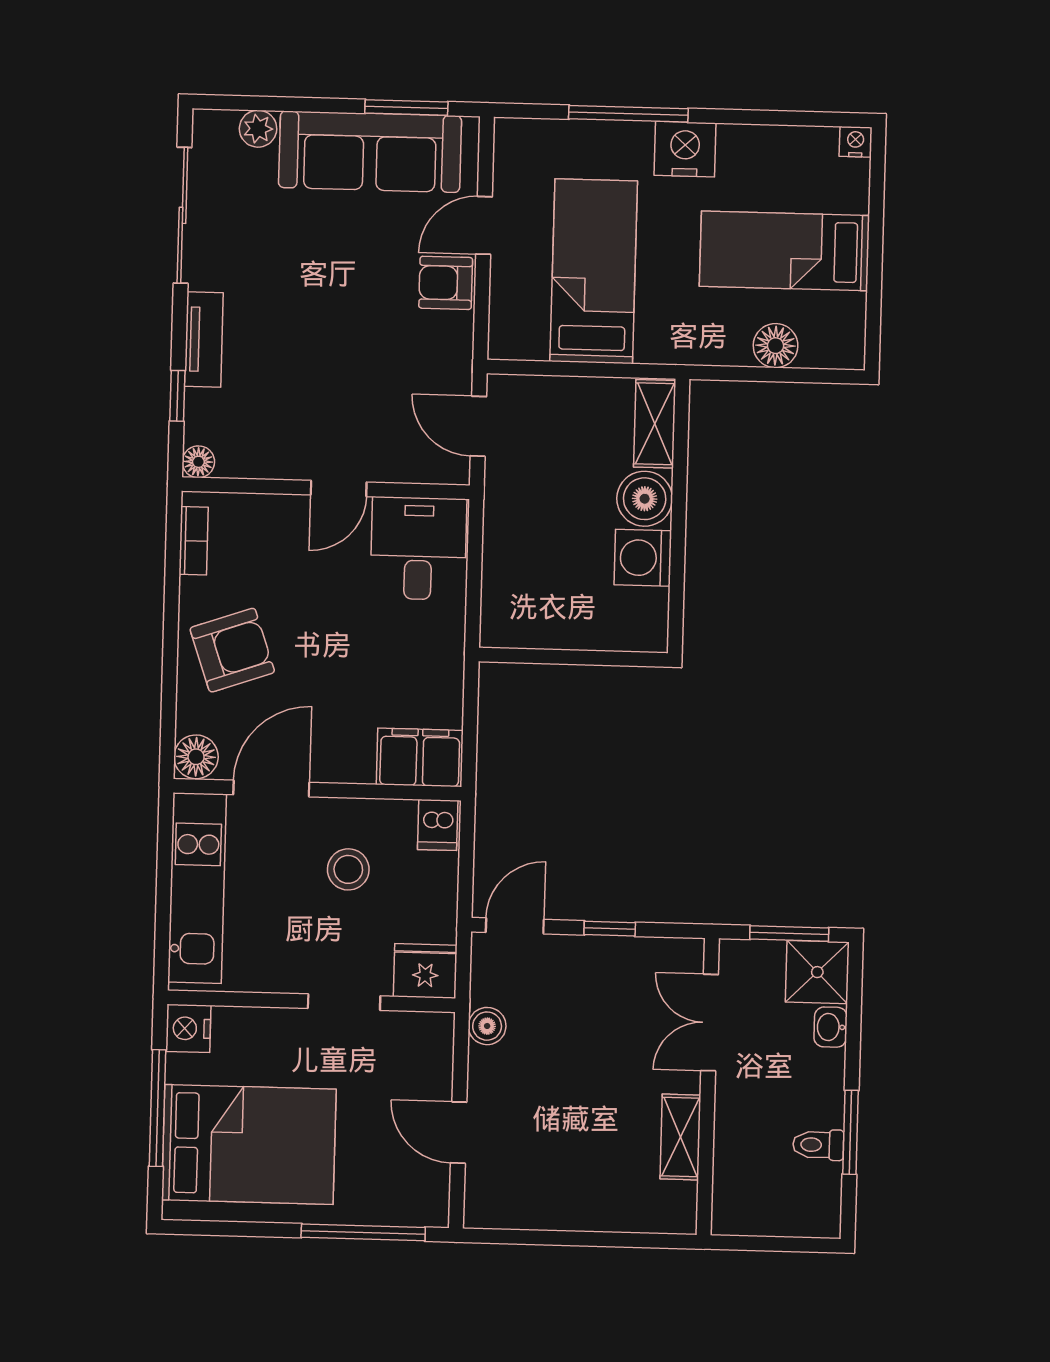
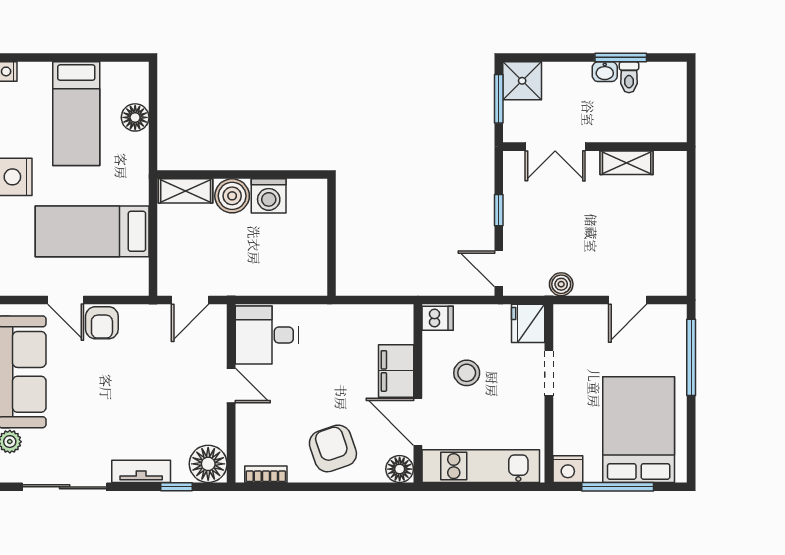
floor lamp: (198, 462) -> (208, 464), width x1.89, depth x1.89
filing cabinet: (420, 757) -> (396, 371), moved
washbasin: (831, 1027) -> (605, 72), moved

